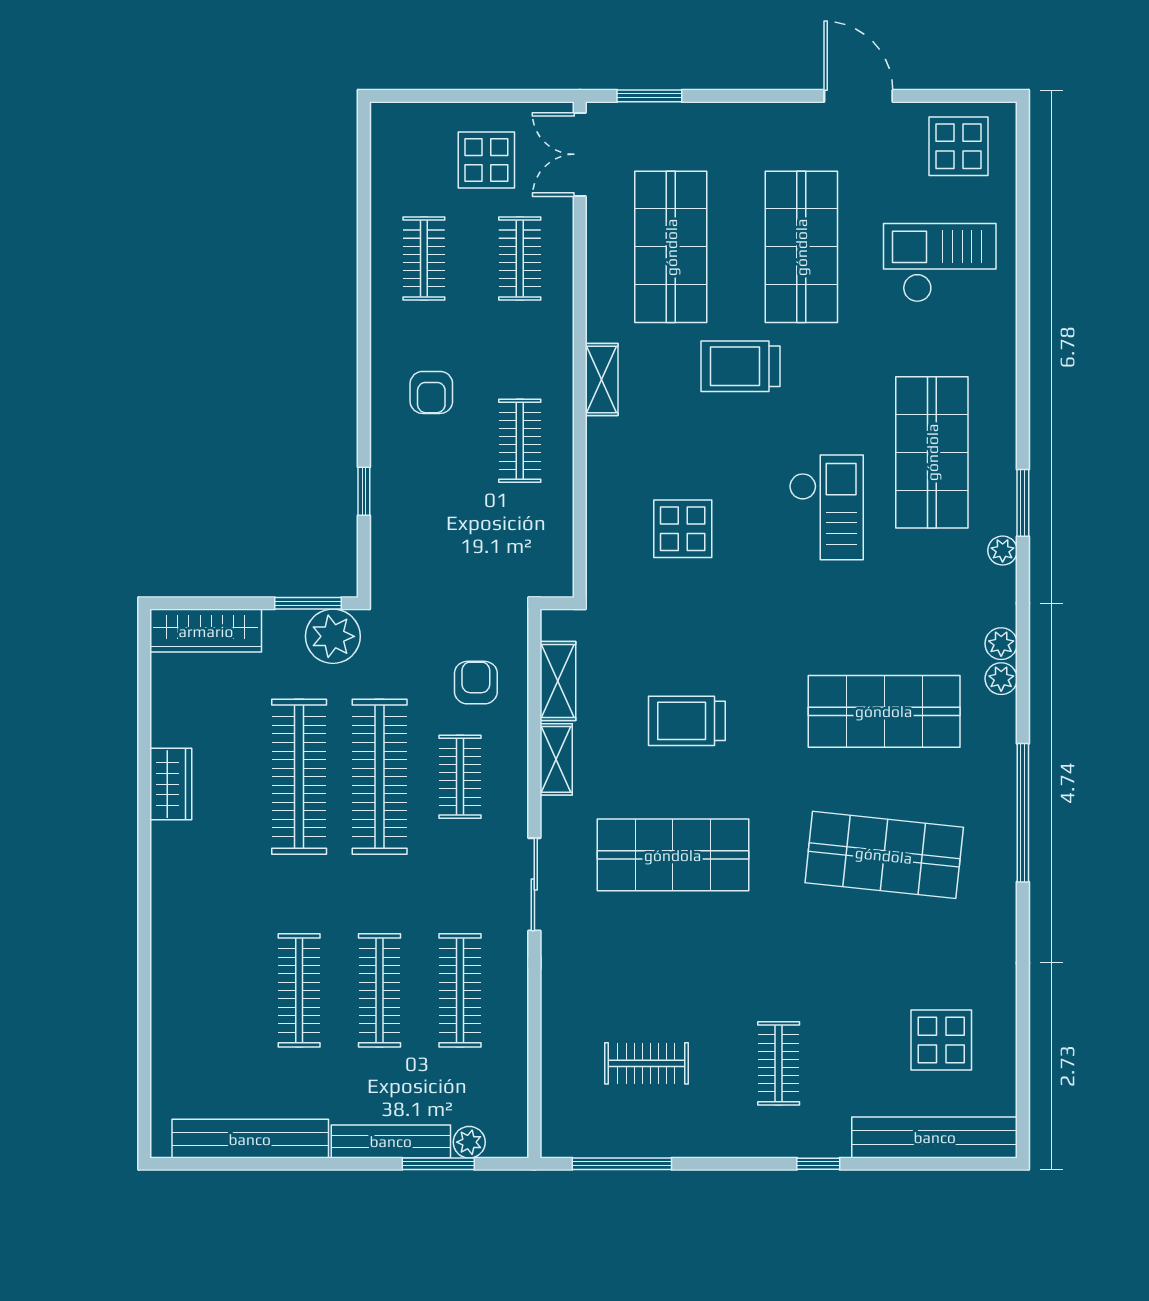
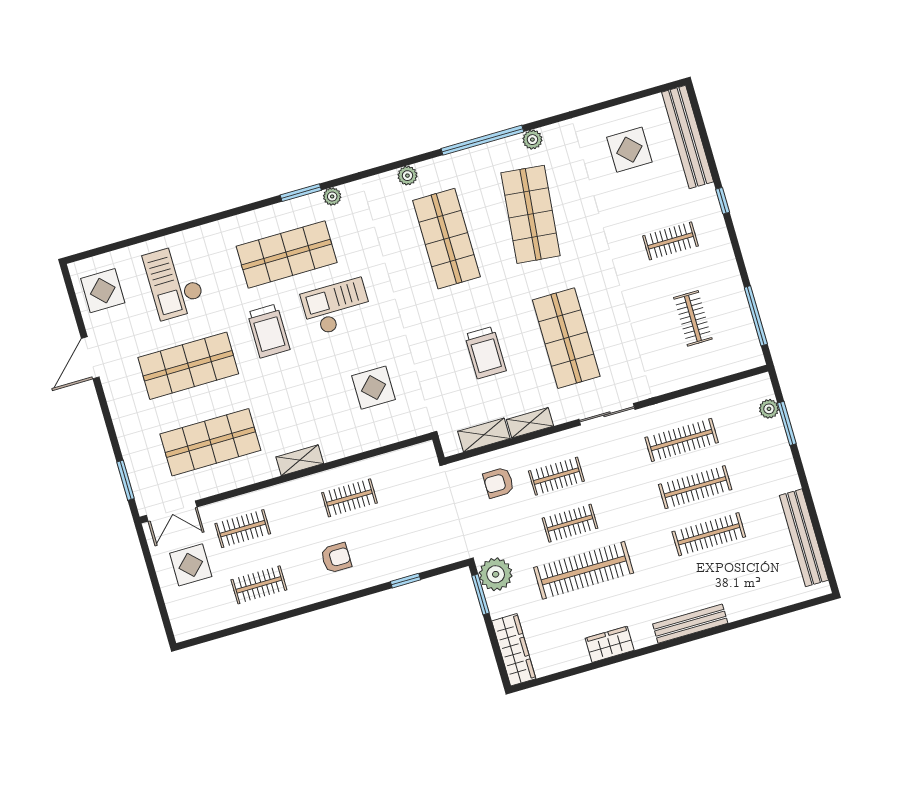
trolley: (740, 366) -> (268, 331), moved
plant: (1001, 644) -> (532, 140), moved
clothes rail: (380, 777) -> (570, 523), width x0.54, depth x0.76
bench: (391, 1141) -> (690, 624), moved, turned 90

